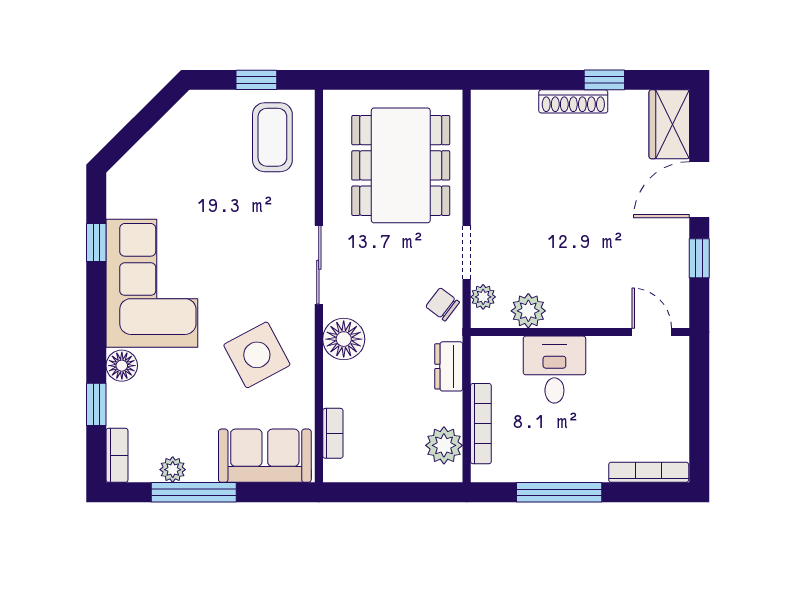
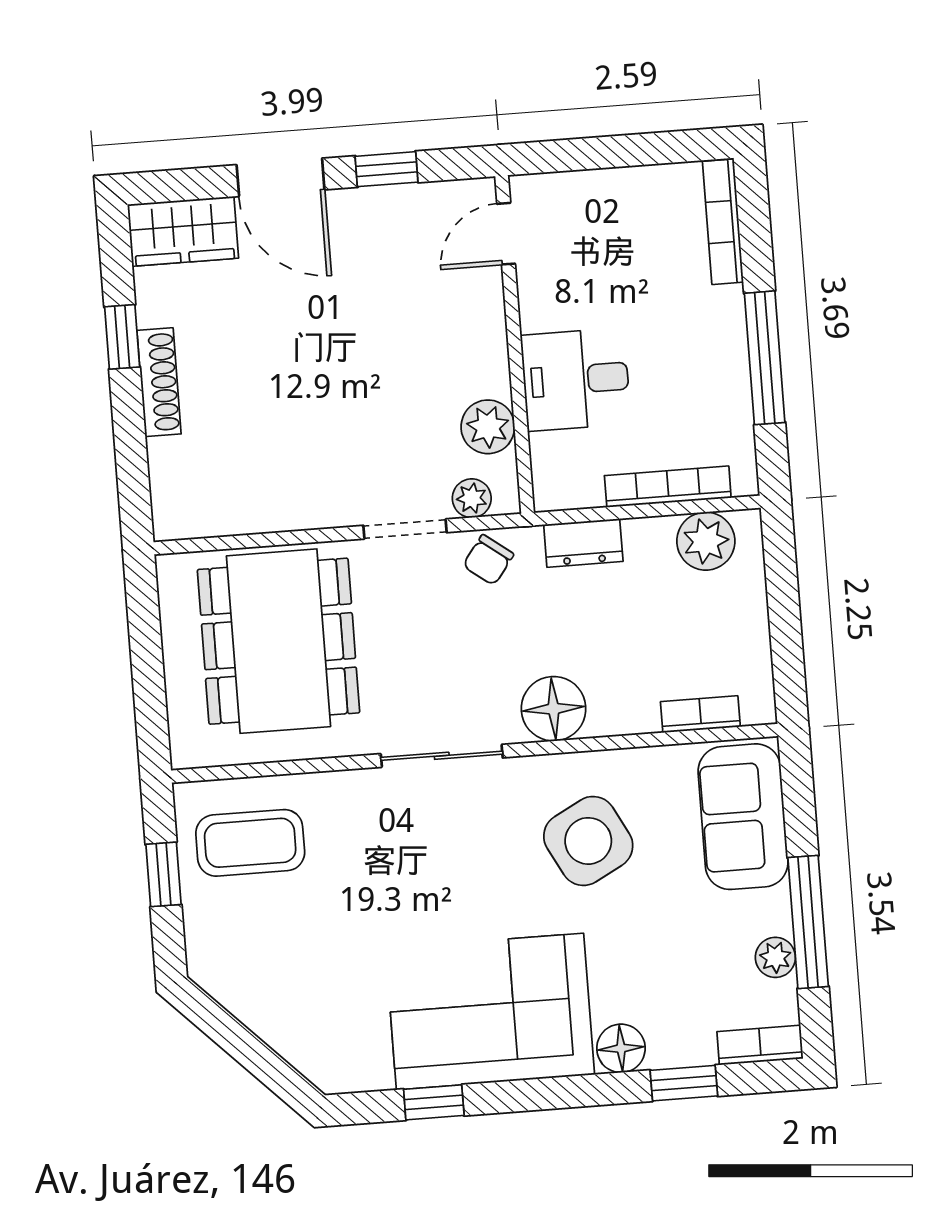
dining table: (401, 165) -> (279, 641), turned 90

